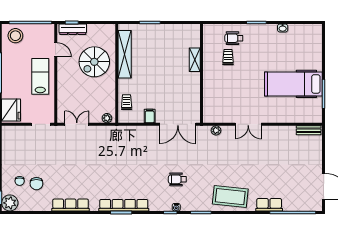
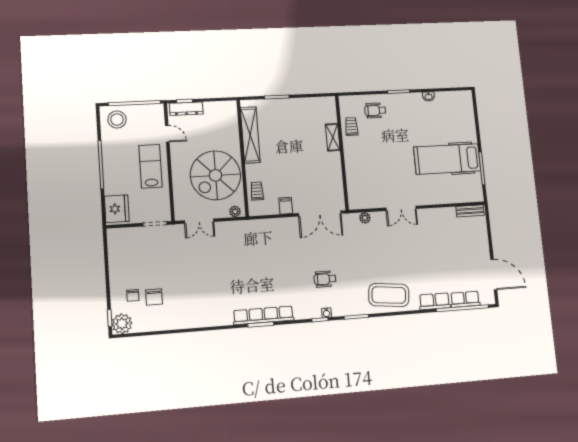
trolley: (228, 57) -> (351, 127), moved
spiral stairs: (94, 62) -> (215, 175), moved, width x1.37, depth x1.37
double door: (77, 124) -> (199, 221), swing flipped
row of seats: (71, 205) -> (465, 299), moved, width x0.68

